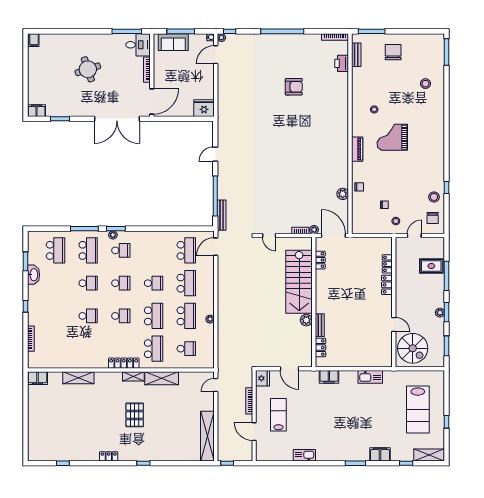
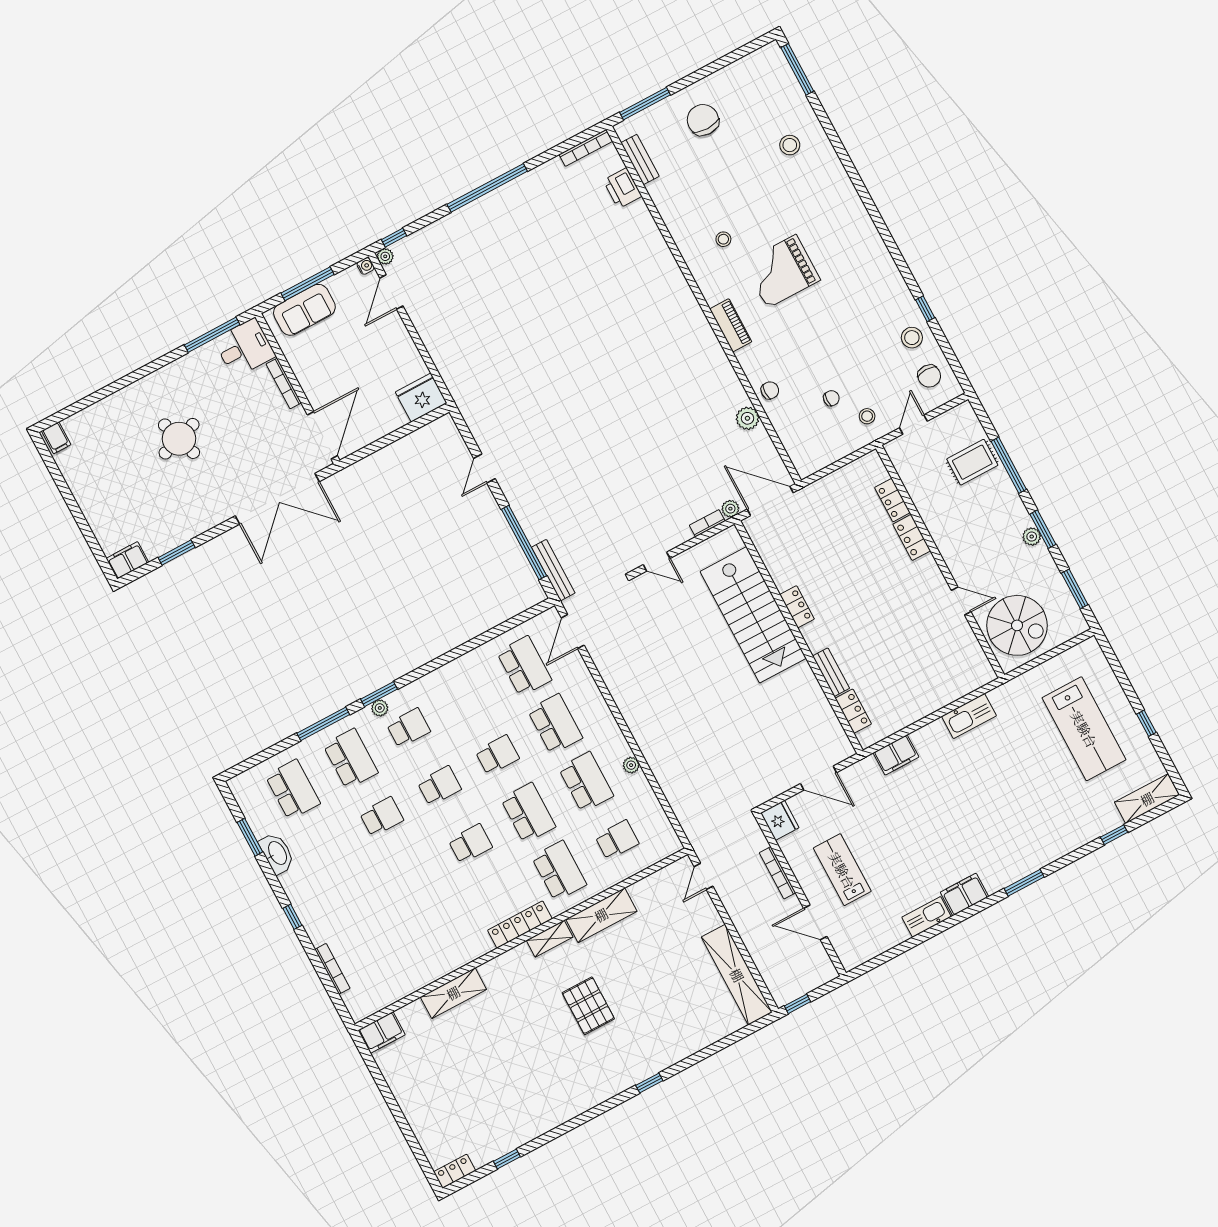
armchair: (294, 87) -> (560, 275), removed
locker: (320, 260) -> (797, 607), moved
school desk: (88, 316) -> (412, 875), removed
plant: (306, 320) -> (802, 676), removed
filing cabinet: (380, 454) -> (965, 894), moved
locker: (109, 456) -> (455, 1171), moved

